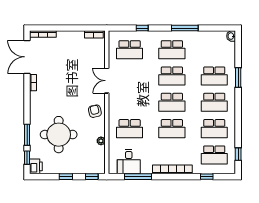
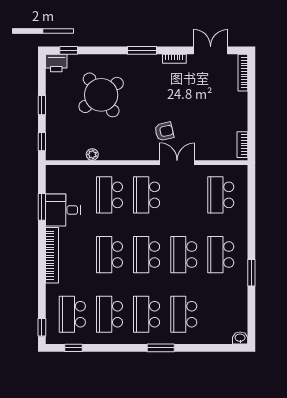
window: (142, 28) -> (251, 213), removed
window: (185, 28) -> (251, 273), width x0.69
double door: (27, 57) -> (211, 50), width x0.73
window: (238, 78) -> (161, 348), moved
school desk: (130, 102) -> (147, 195), added
armchair: (95, 111) -> (164, 131), moved
window: (27, 135) -> (142, 50), moved
round table: (59, 135) -> (101, 95), turned -36
desk: (129, 162) -> (63, 210), moved
window: (138, 177) -> (42, 207), width x0.69
window: (207, 177) -> (42, 327), moved

